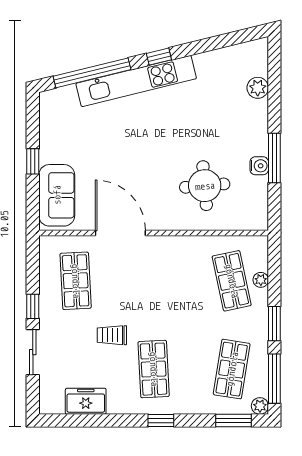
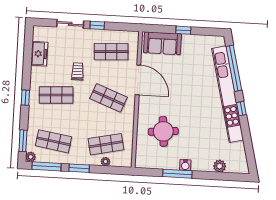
kitchen unit: (136, 81) -> (228, 94), width x1.36
water cooler: (259, 166) -> (185, 165), moved
door: (120, 233) -> (138, 80), hinge flipped
shop shelf: (154, 281) -> (109, 98), added

